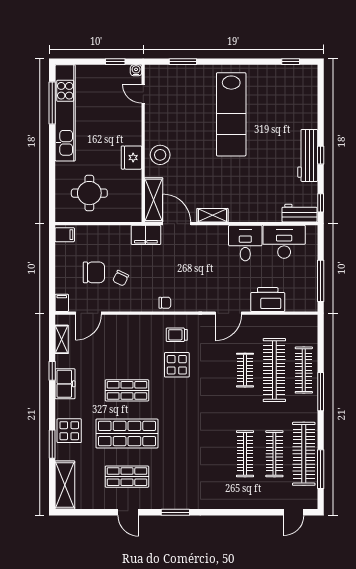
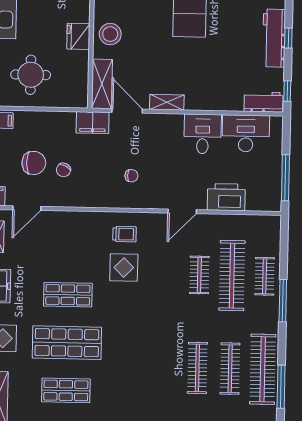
chair: (165, 303) -> (131, 176), moved
trolley: (177, 335) -> (124, 234), turned 180
clothes rail: (304, 370) -> (265, 276), width x0.73

